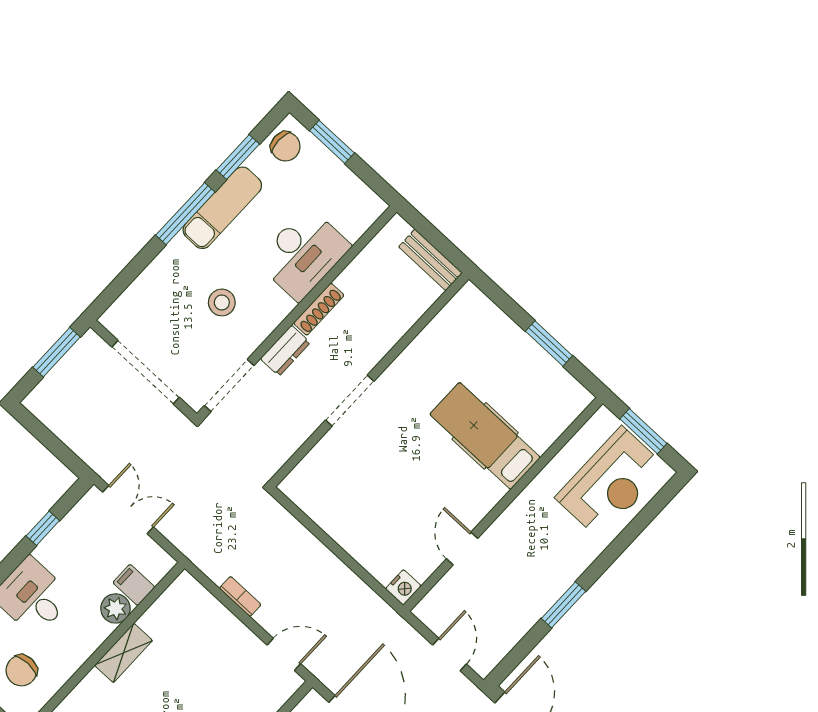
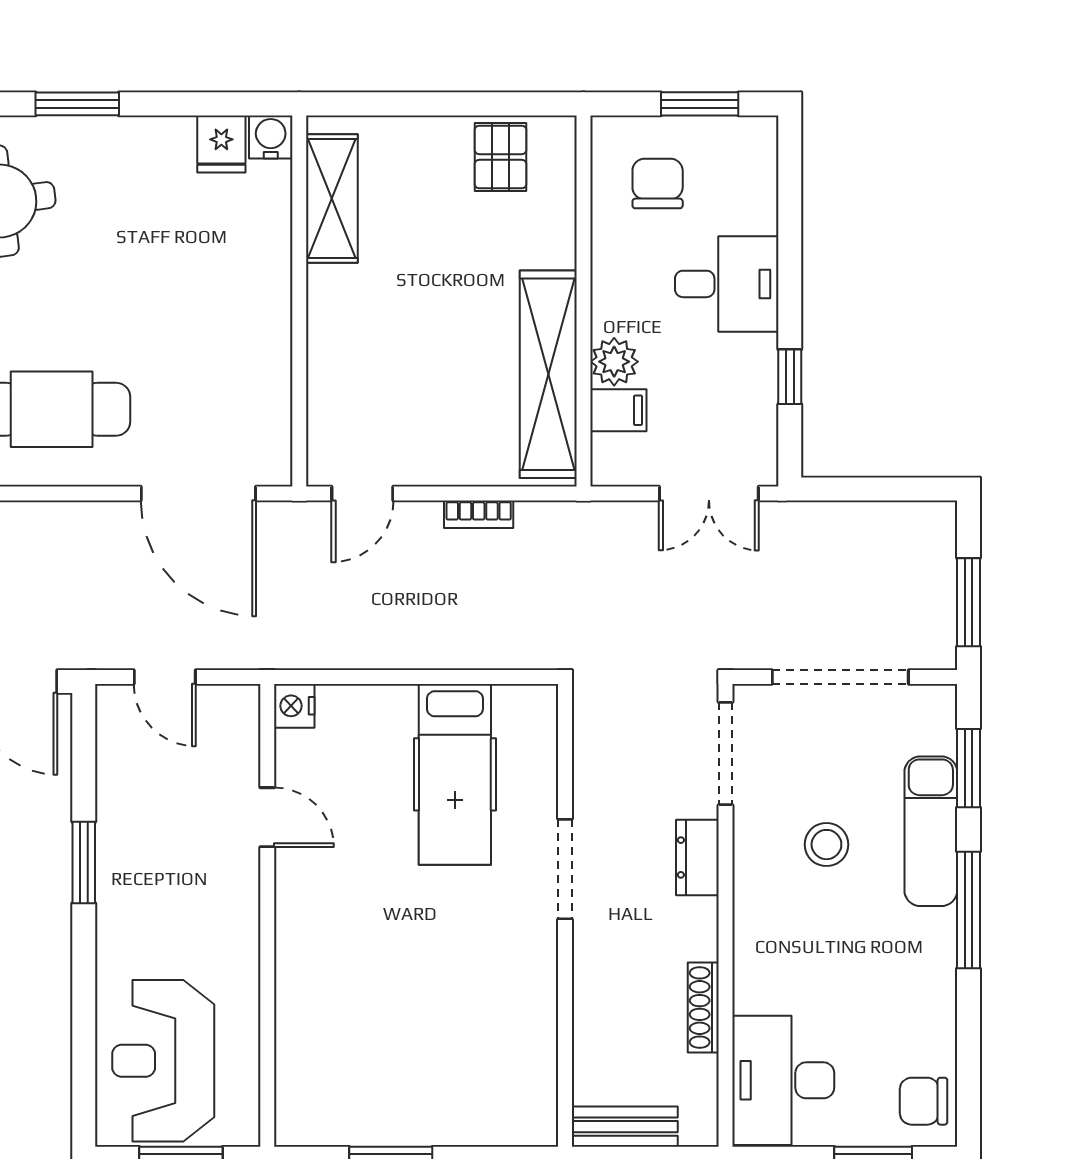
window: (238, 157) -> (969, 768), moved
exam couch: (222, 208) -> (931, 831), moved
desk: (303, 254) -> (783, 1080), moved
shoe rack: (319, 309) -> (703, 1007), moved
hospital bed: (485, 436) -> (455, 774), moved, turned 90
shelving: (124, 653) -> (548, 374), width x2.20, depth x1.33

